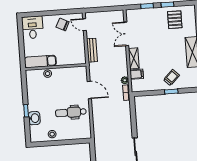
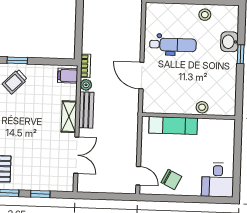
bench: (92, 50) -> (86, 110), moved
exam couch: (40, 61) -> (173, 126), moved
filing cabinet: (137, 74) -> (68, 76), moved

